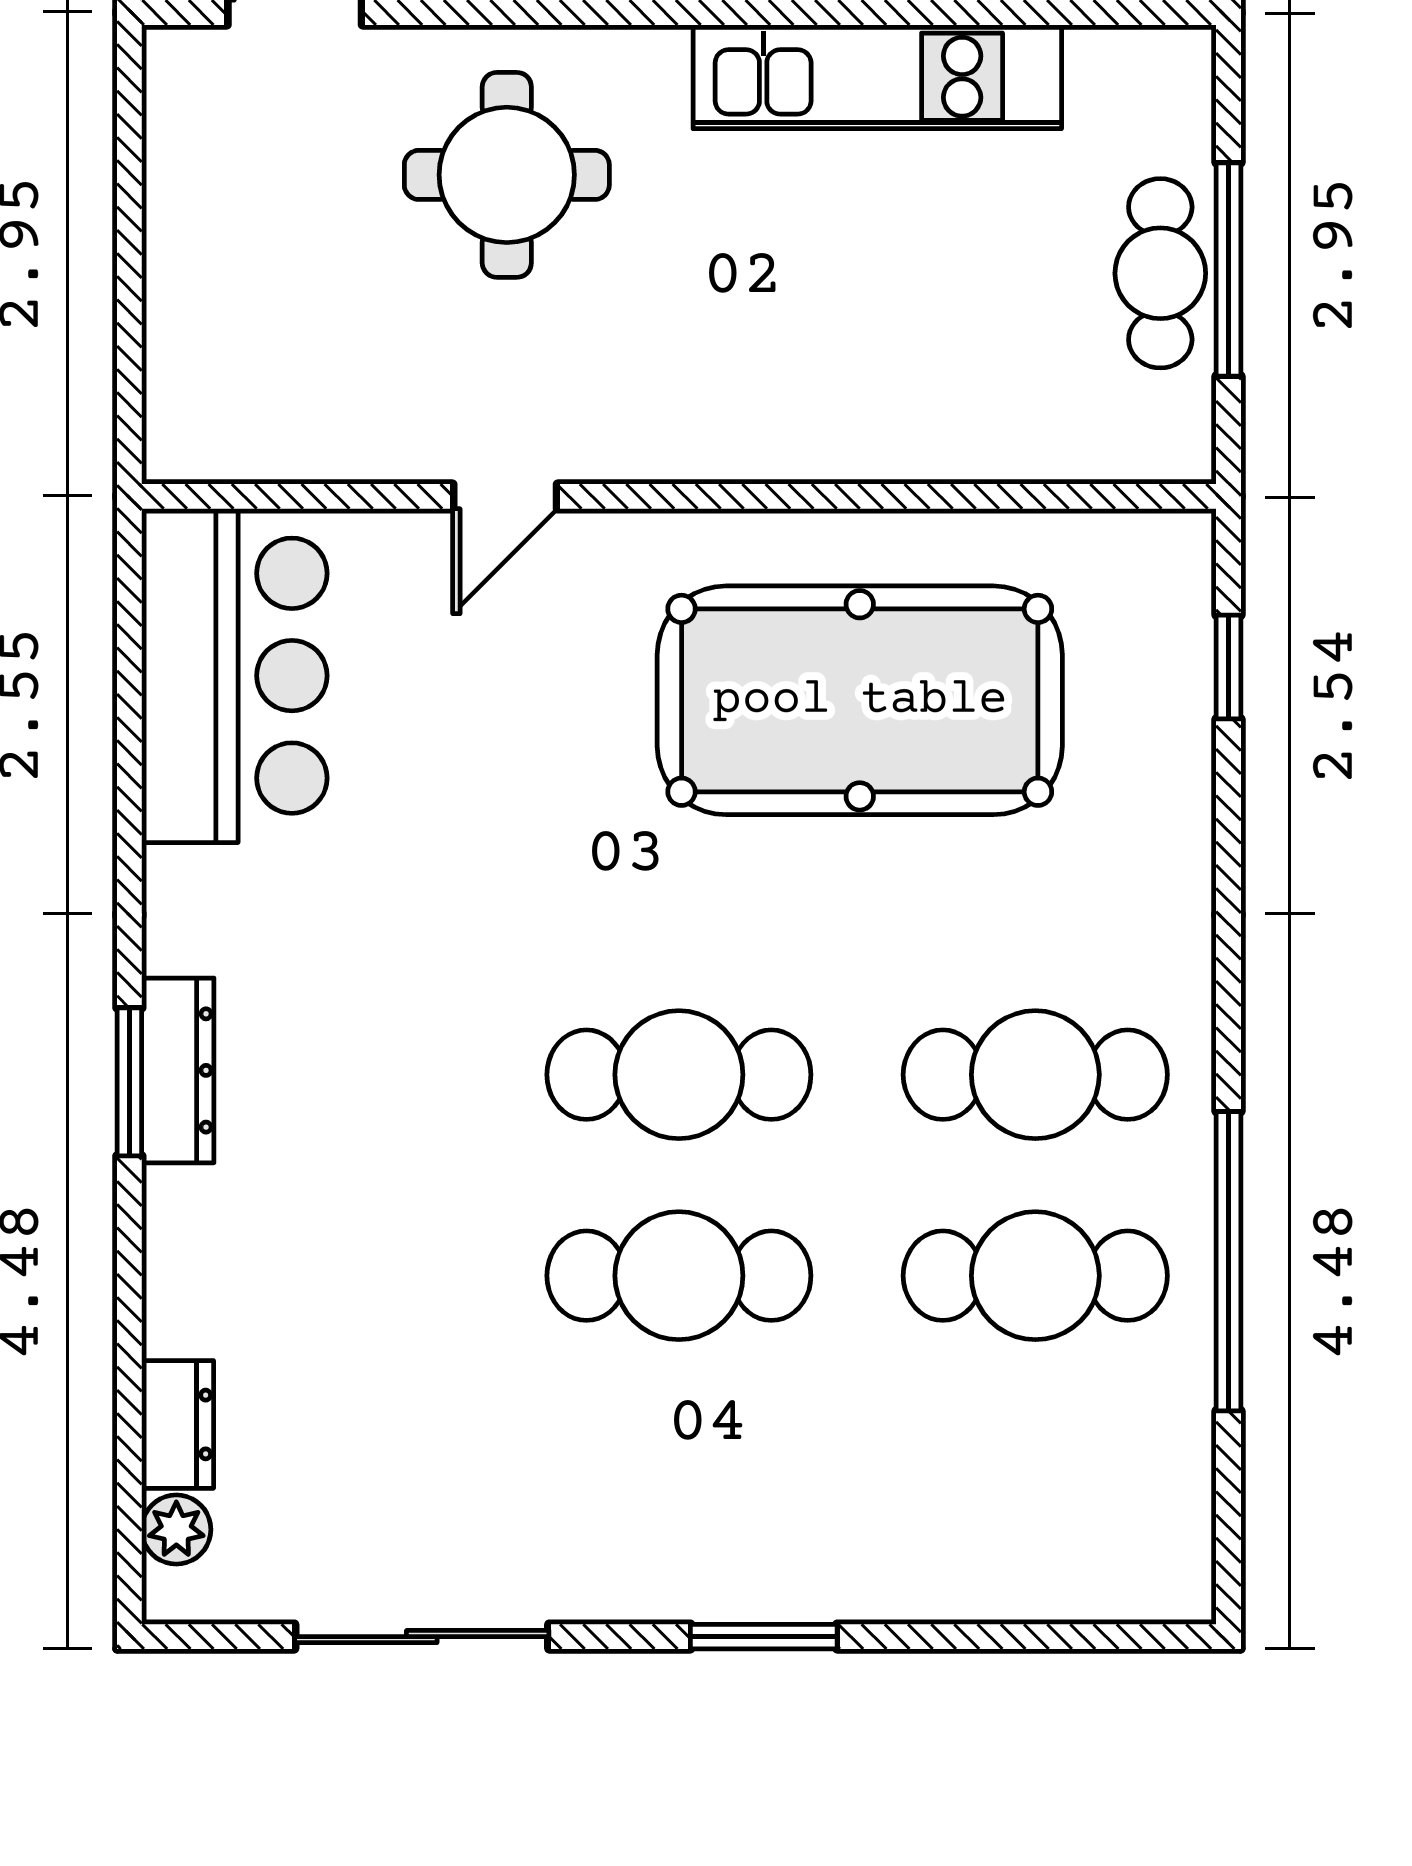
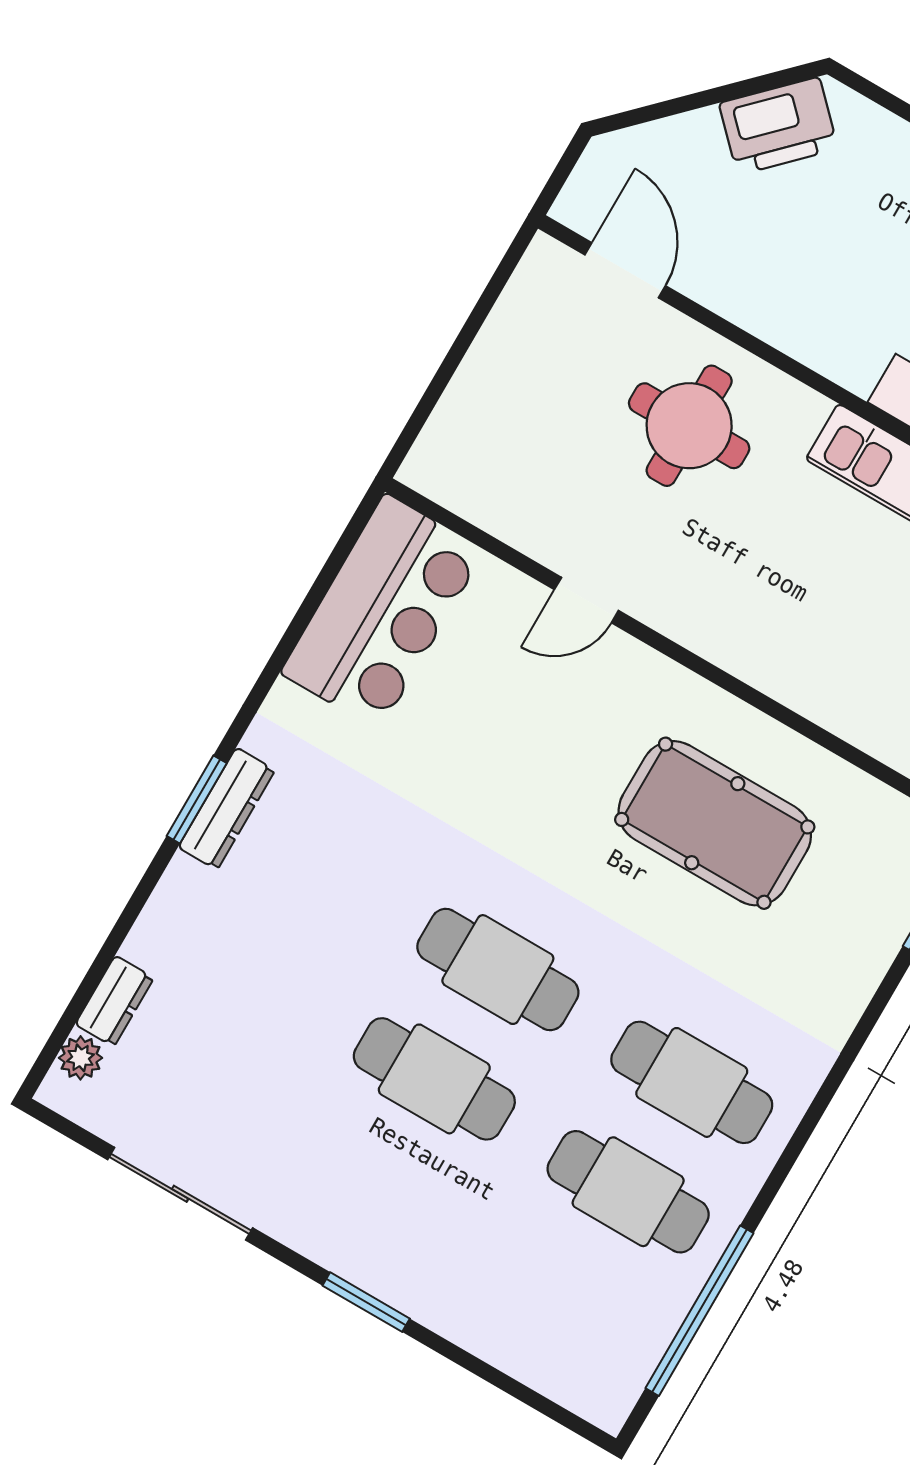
pool table: (860, 700) -> (715, 823), width x0.73, depth x0.76
window: (1228, 1261) -> (700, 1311), moved

